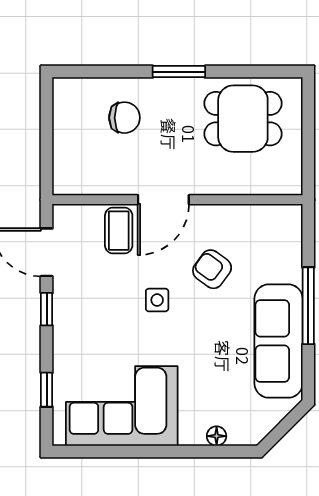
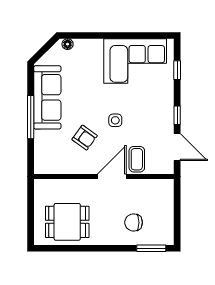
window: (179, 72) -> (151, 248), moved
floor lamp: (217, 436) -> (68, 44), moved

